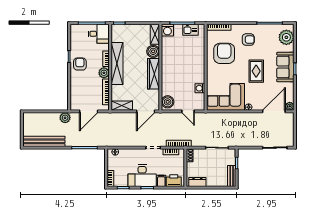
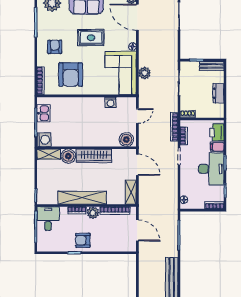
armchair: (224, 53) -> (71, 75), turned -90
plant: (65, 118) -> (145, 73), moved
dresser: (197, 182) -> (218, 93), moved

